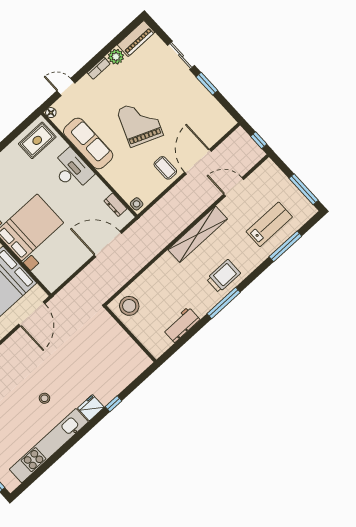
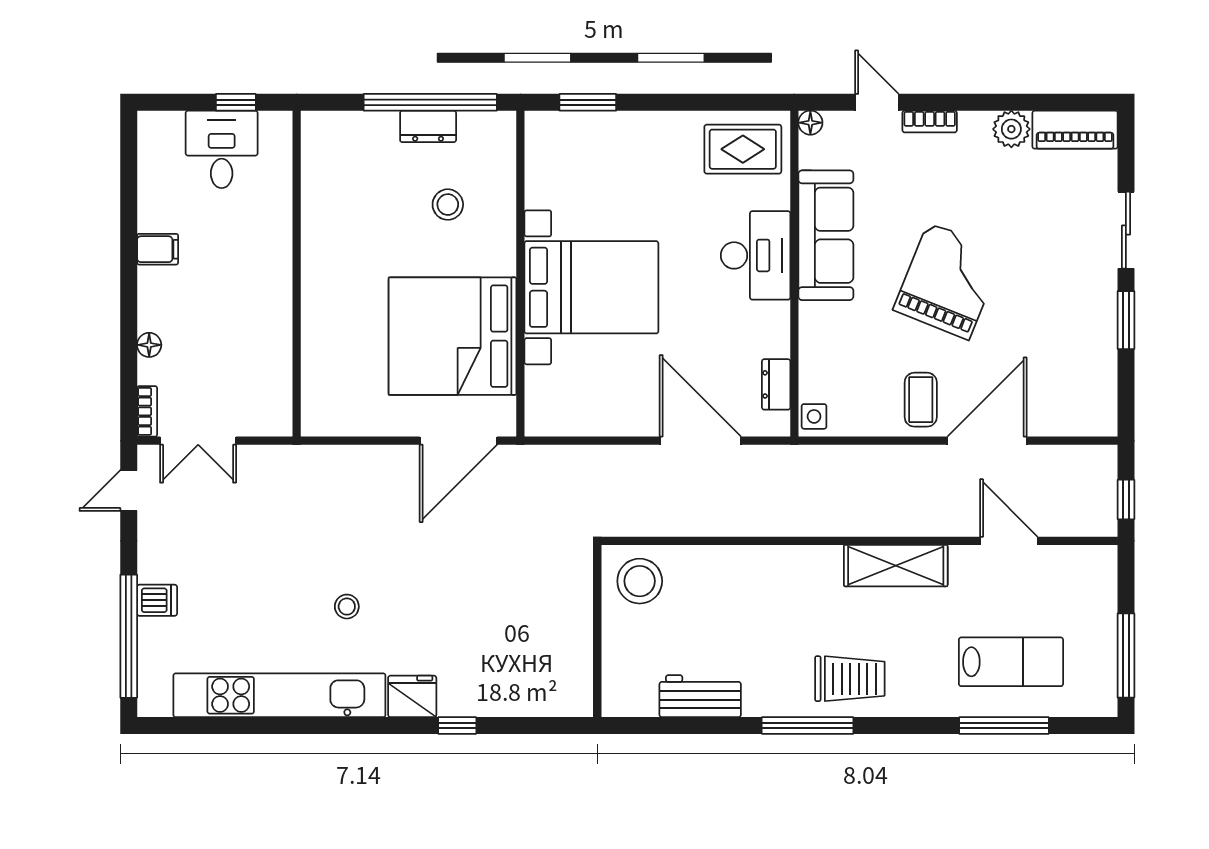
bookcase: (99, 68) -> (930, 122), moved
shelving: (198, 234) -> (896, 566), width x0.68

